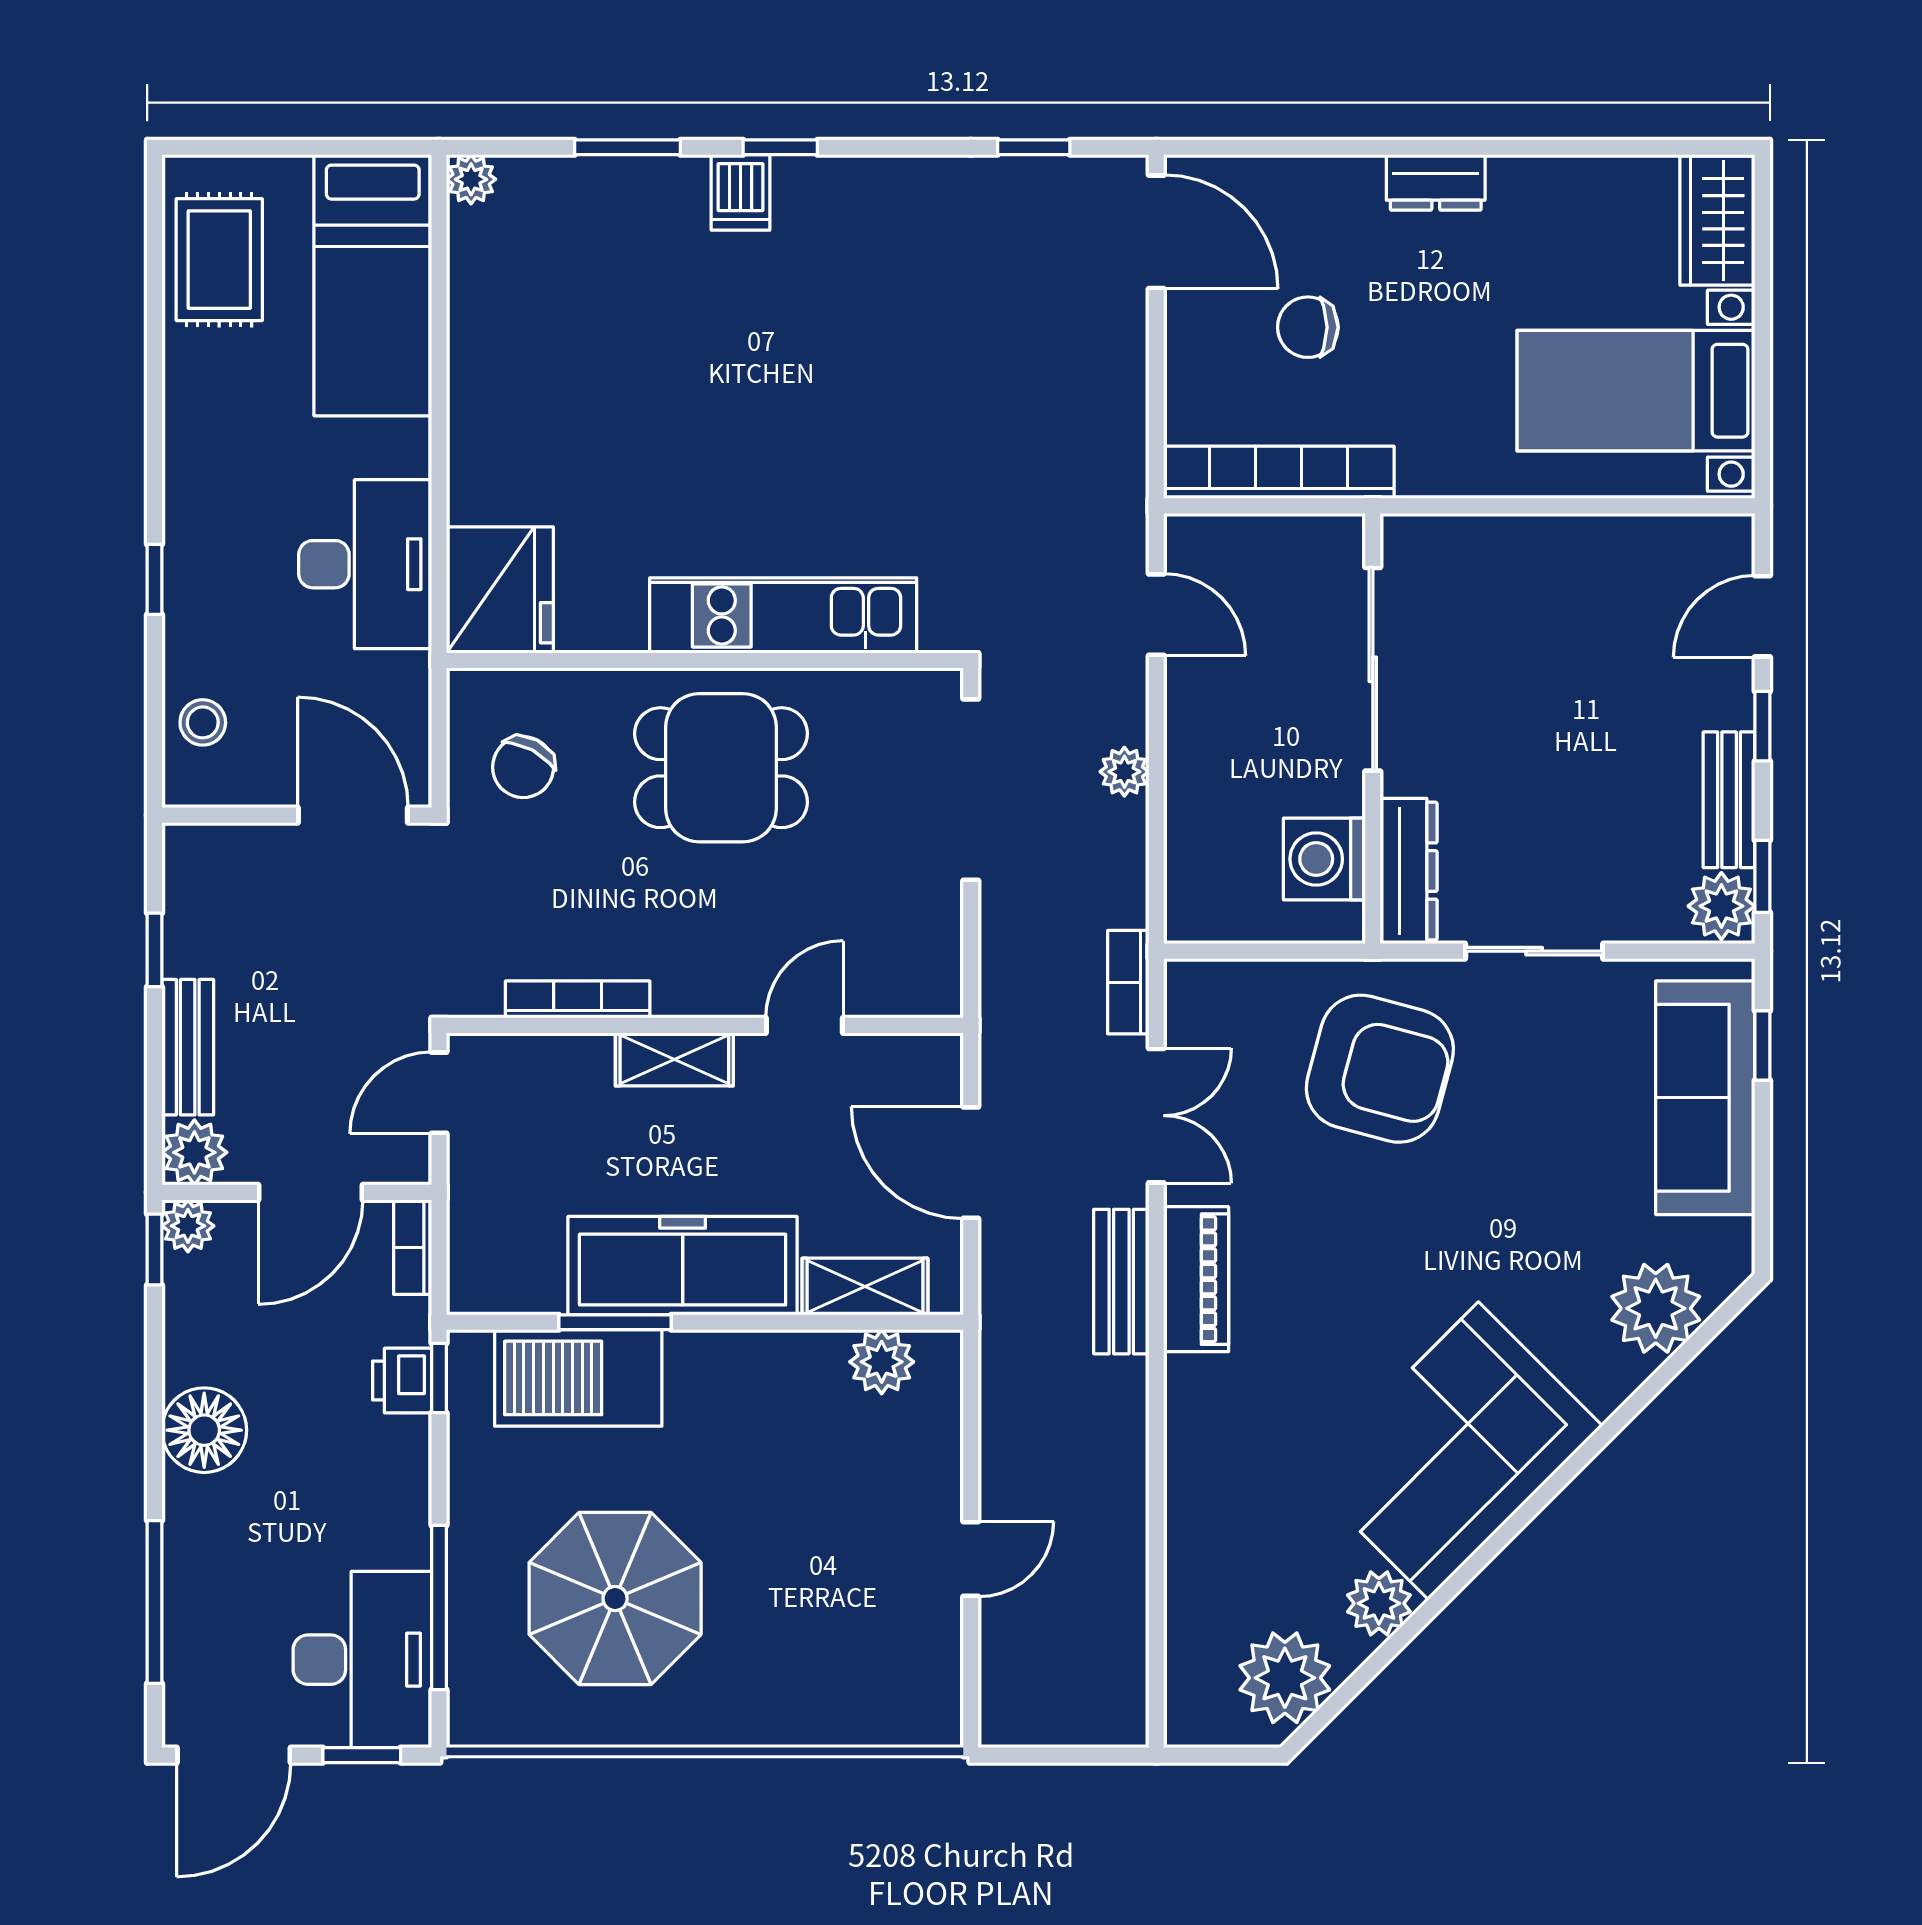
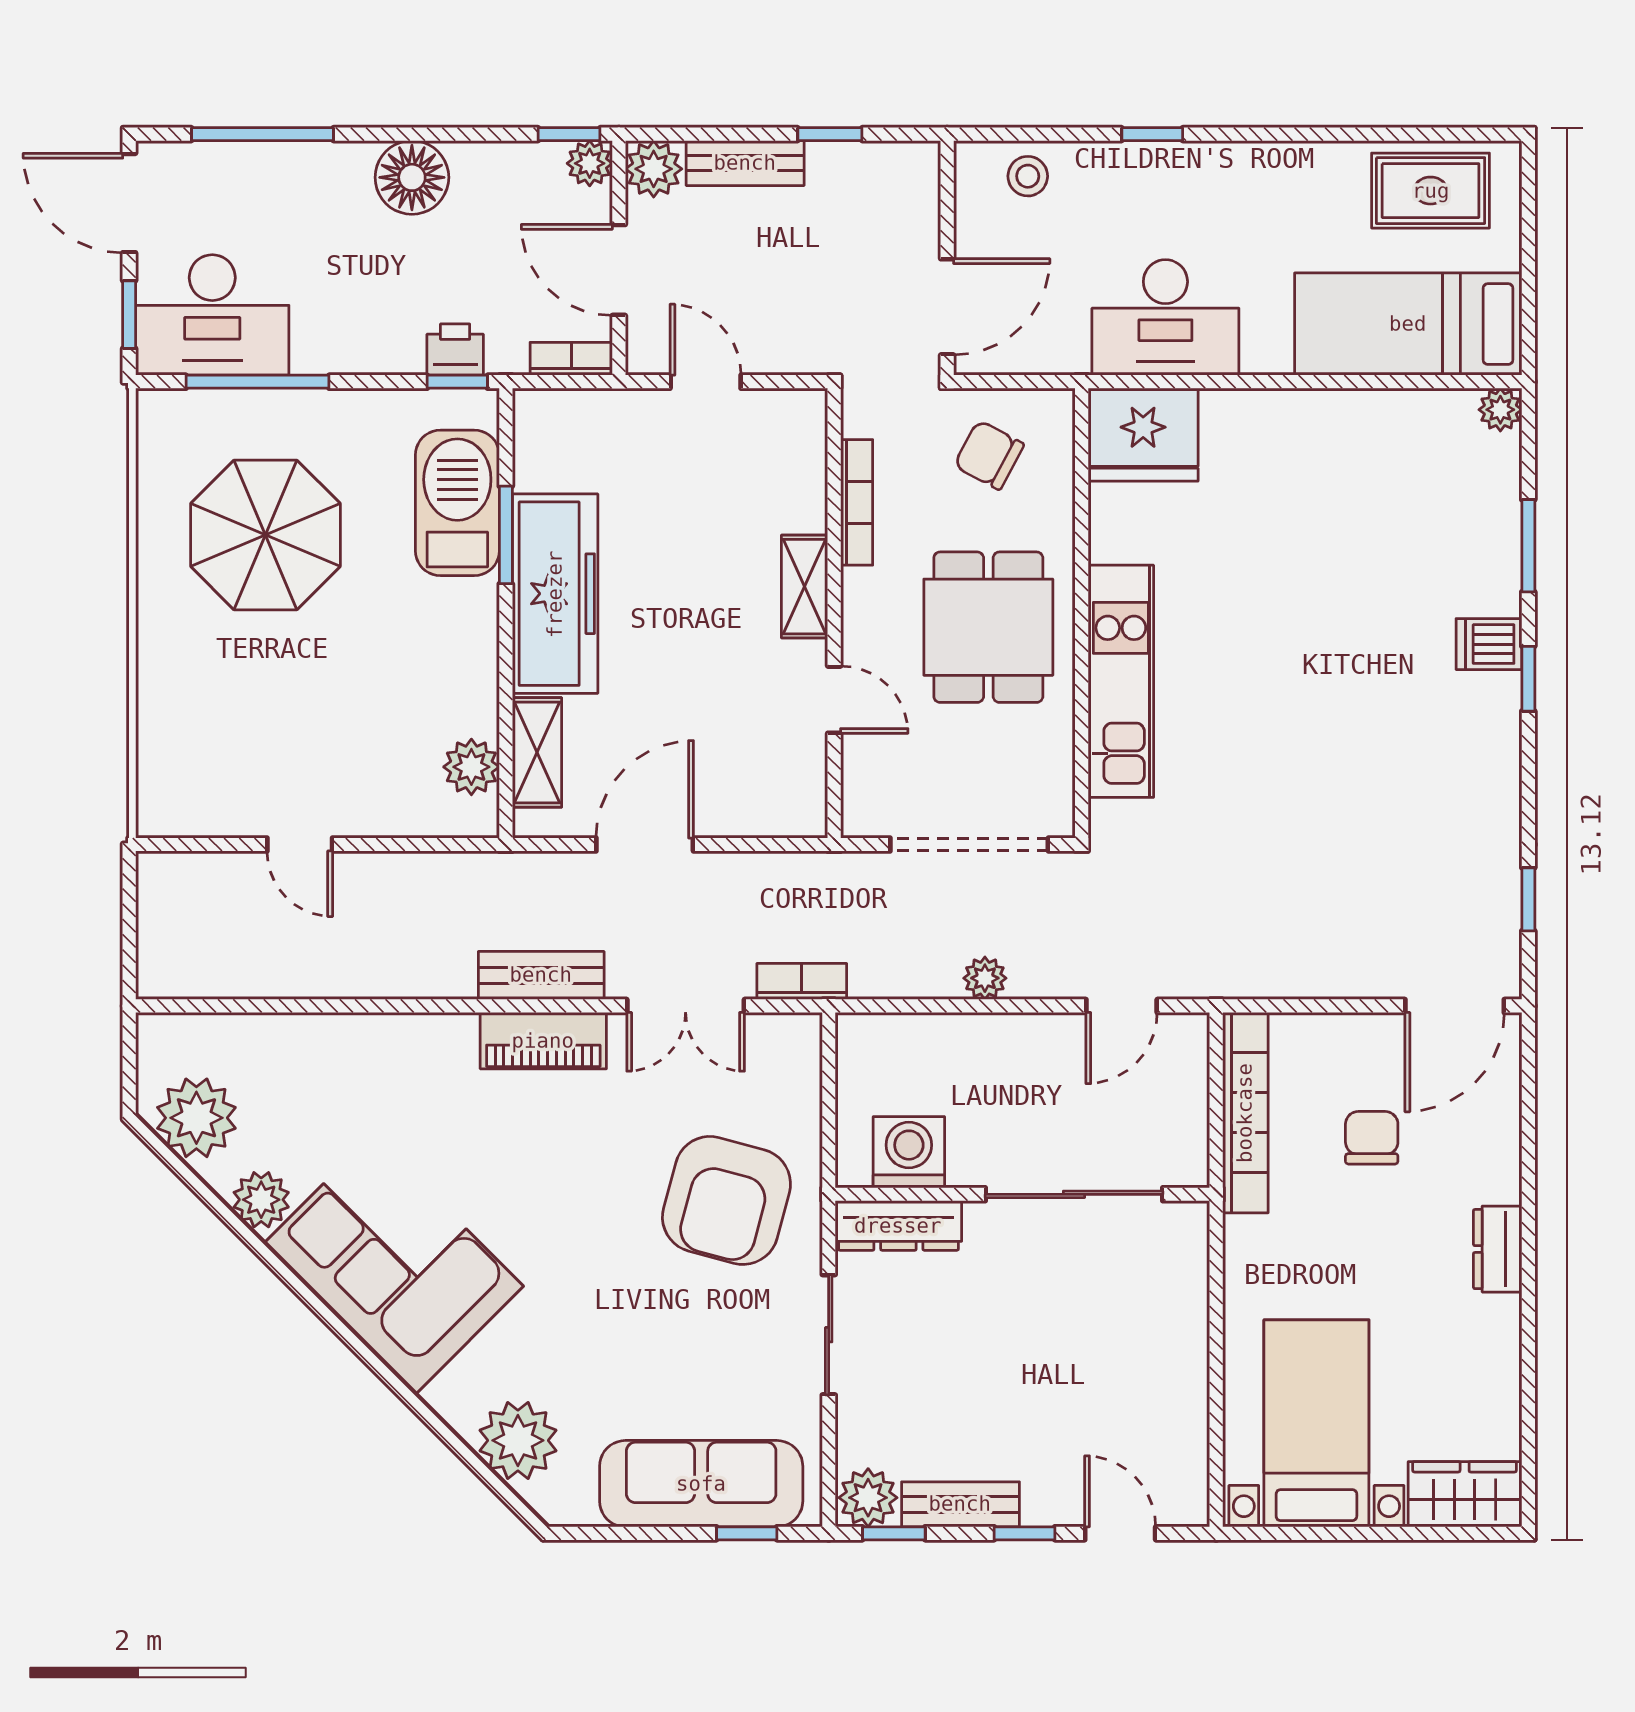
bookcase: (578, 999) -> (857, 502), moved
wall: (705, 1025) -> (834, 613), moved
door: (804, 1025) -> (834, 700), moved
shelving: (674, 1059) -> (805, 587), moved

